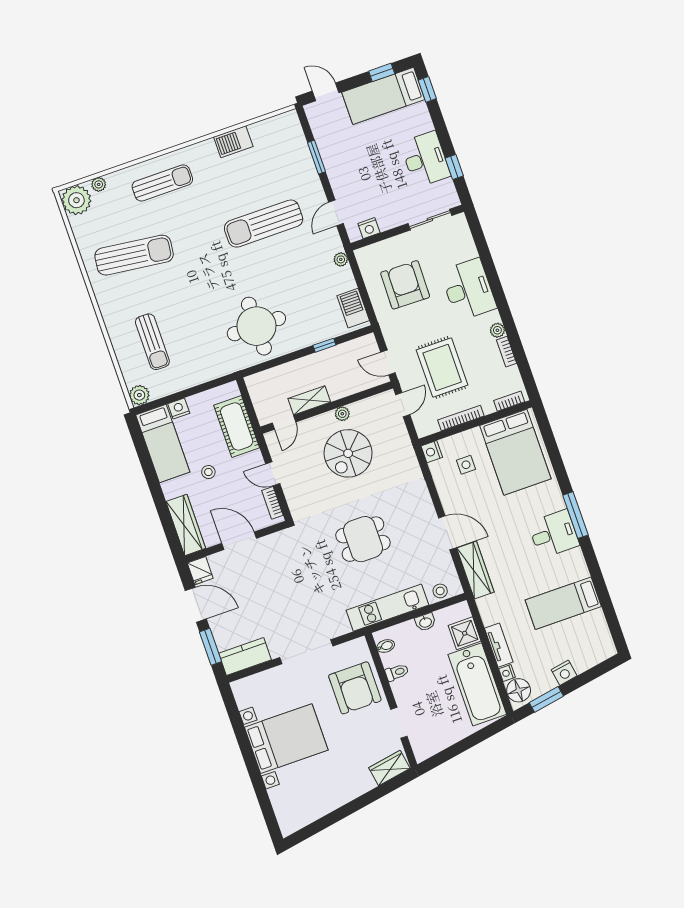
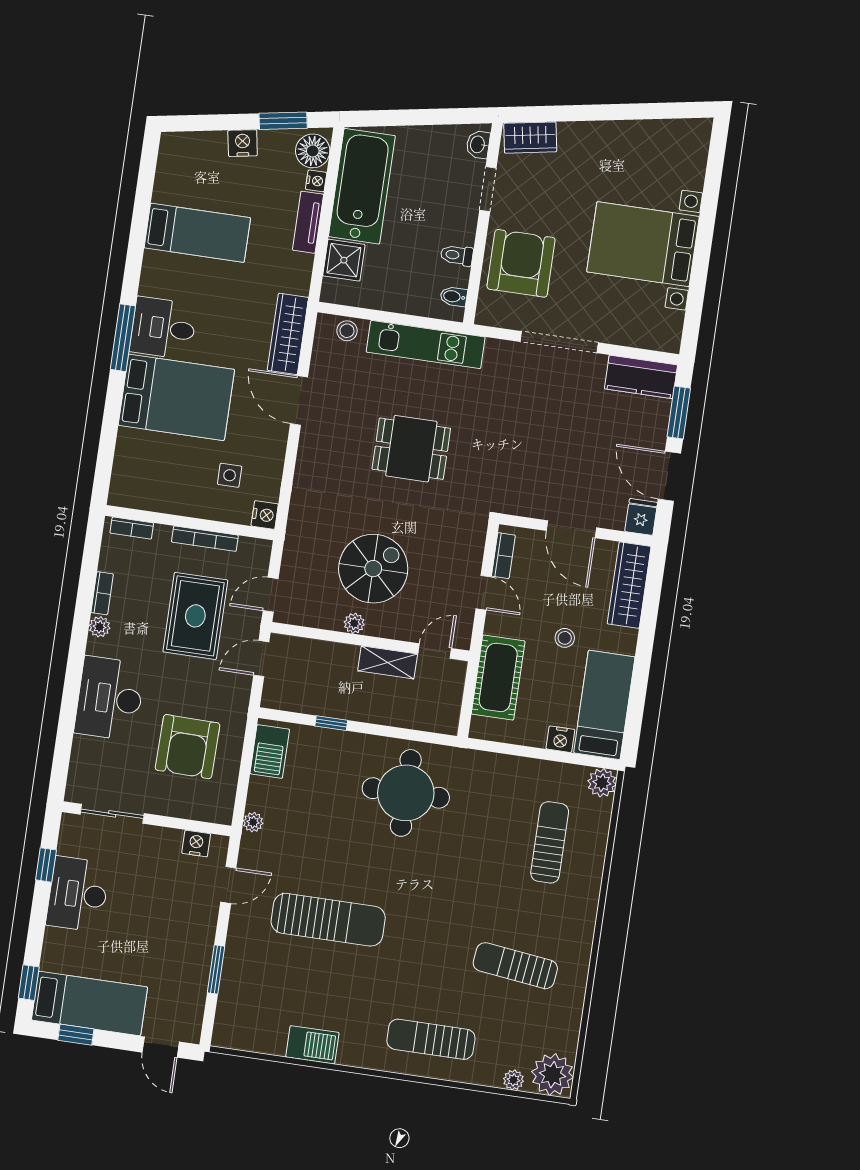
sun lounger: (134, 255) -> (515, 966), width x0.73, depth x0.75
door: (388, 362) -> (261, 659), swing flipped
bed: (515, 452) -> (176, 397), moved, turned 90
washbasin: (425, 622) -> (478, 144), moved, turned -90

